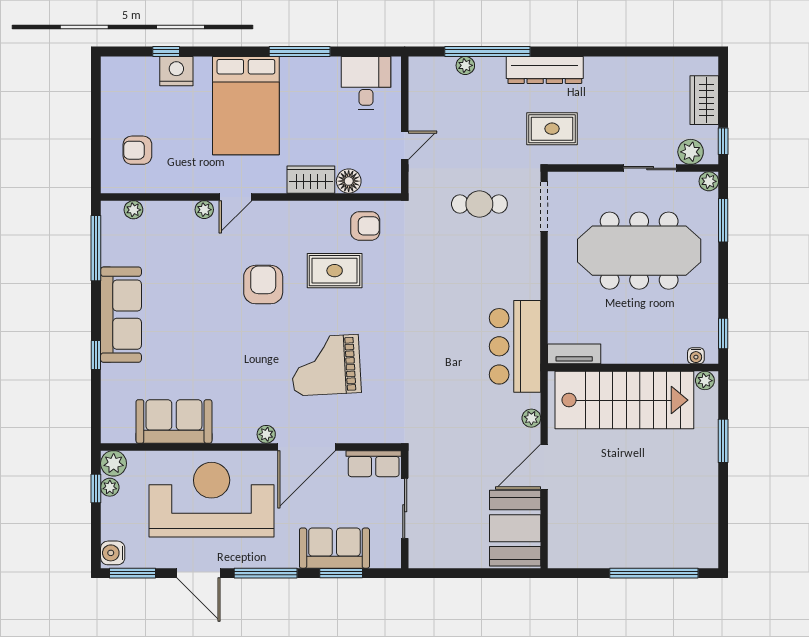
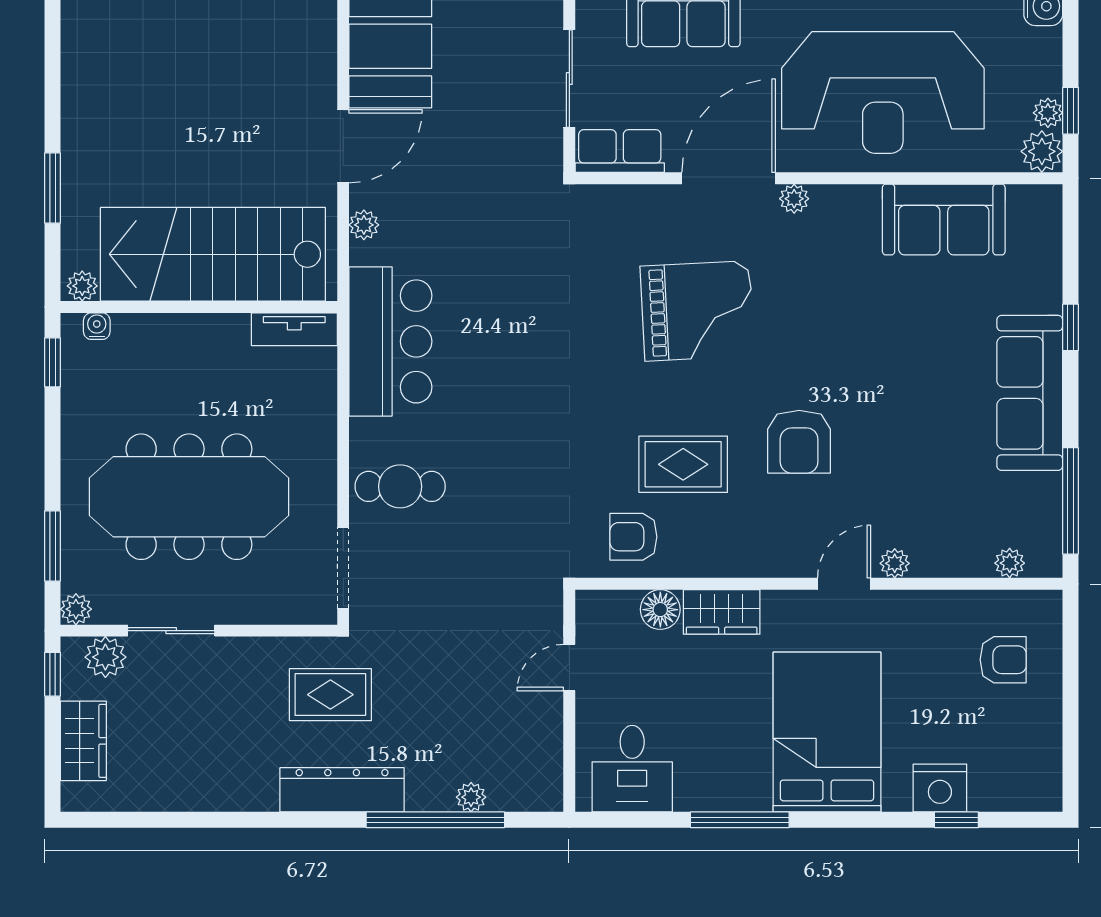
cafe table: (479, 204) -> (400, 486), moved

